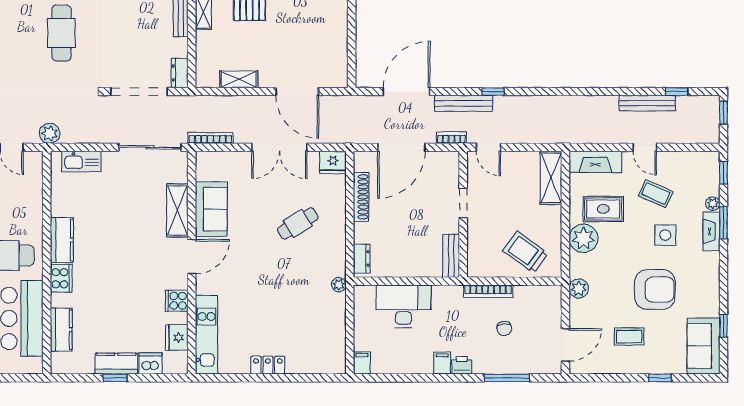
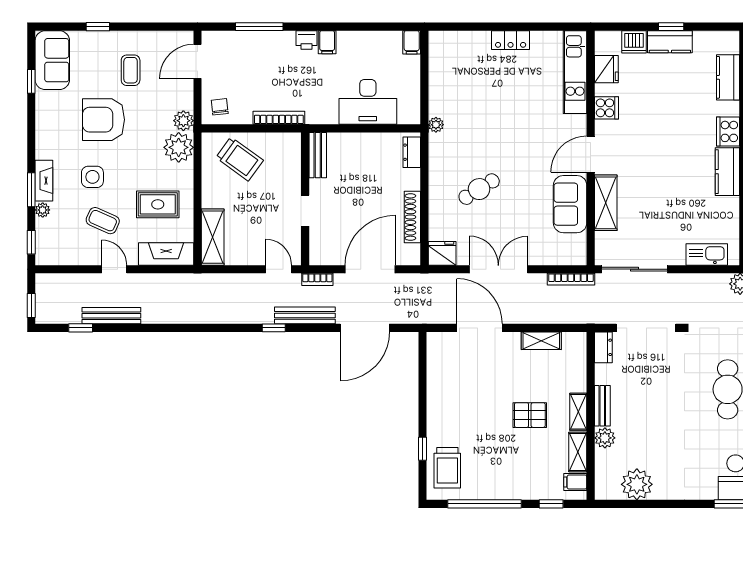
plant: (583, 238) -> (179, 147), moved
chair: (504, 328) -> (220, 107), moved
coffee table: (629, 336) -> (131, 70), turned 90

